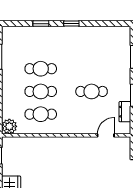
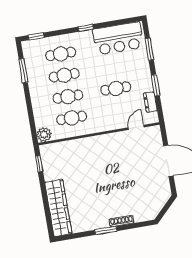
window: (41, 24) -> (36, 36), moved
bar counter: (103, 40) -> (118, 38), added
cafe table: (41, 46) -> (61, 54), added

